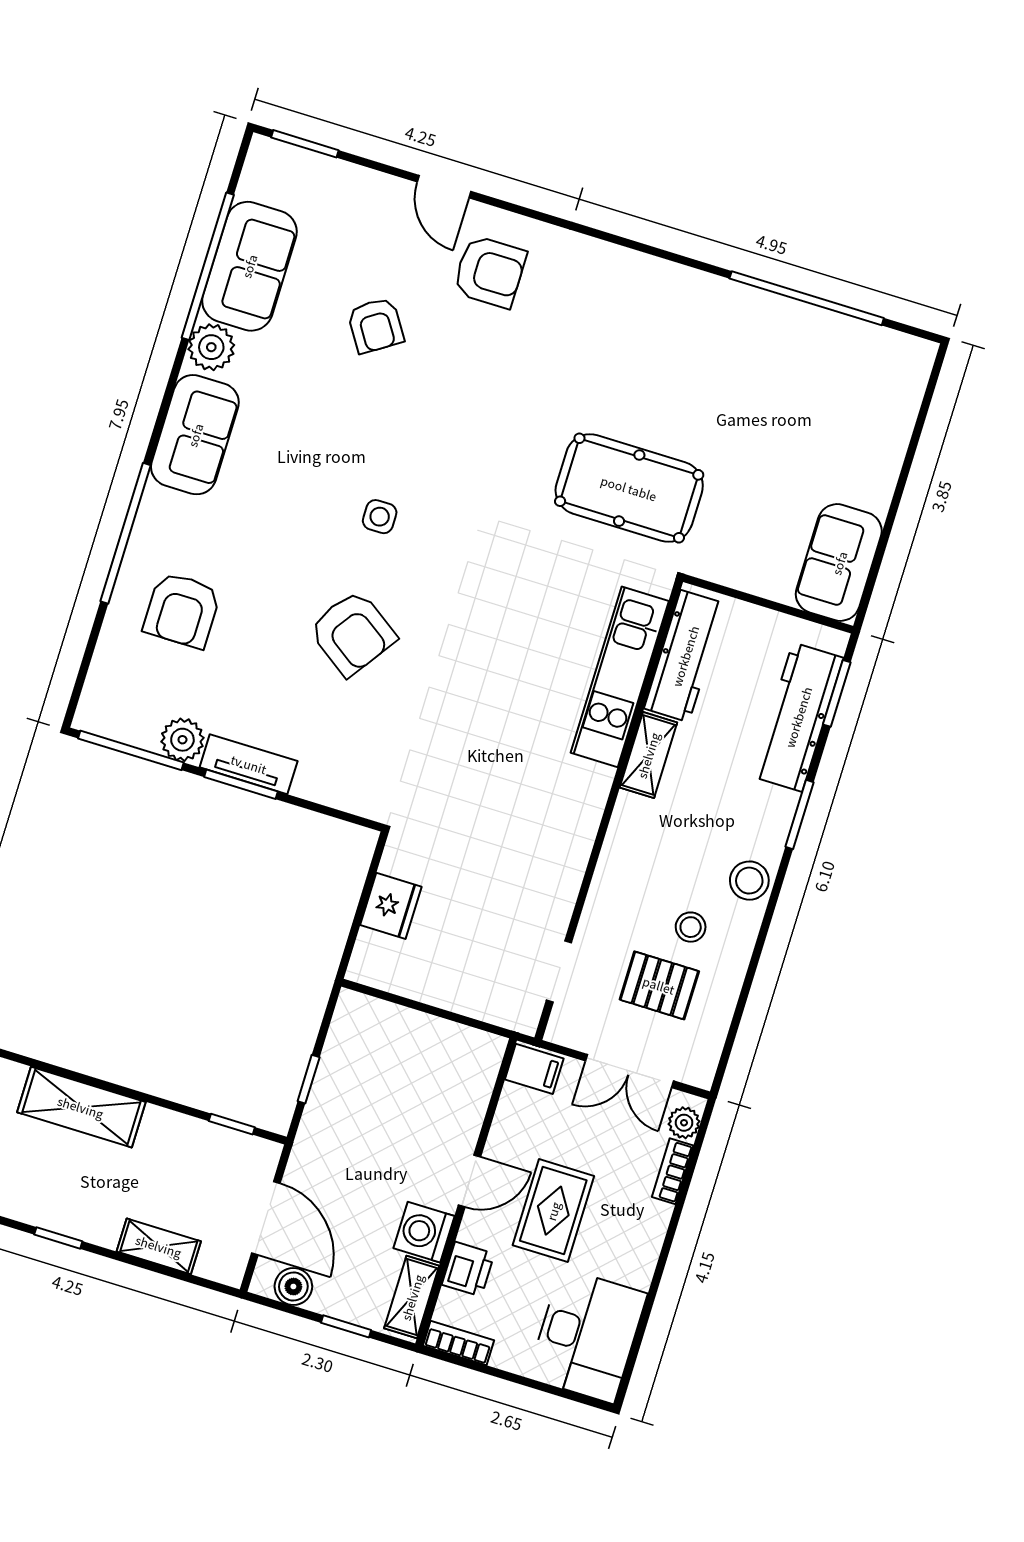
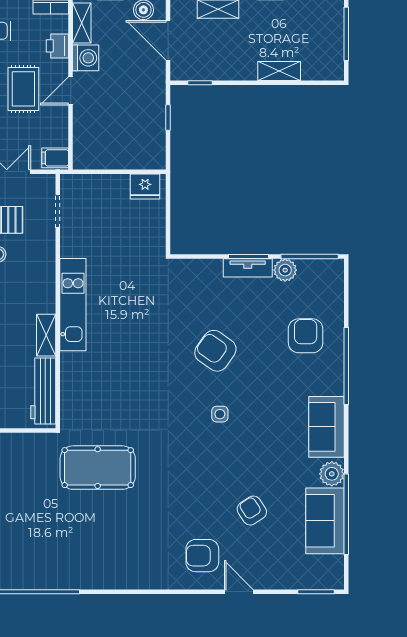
kitchen unit: (620, 677) -> (73, 305), moved
fridge: (391, 906) -> (145, 186), moved, turned -90
shelving: (81, 1107) -> (279, 71), width x0.67, depth x0.75

